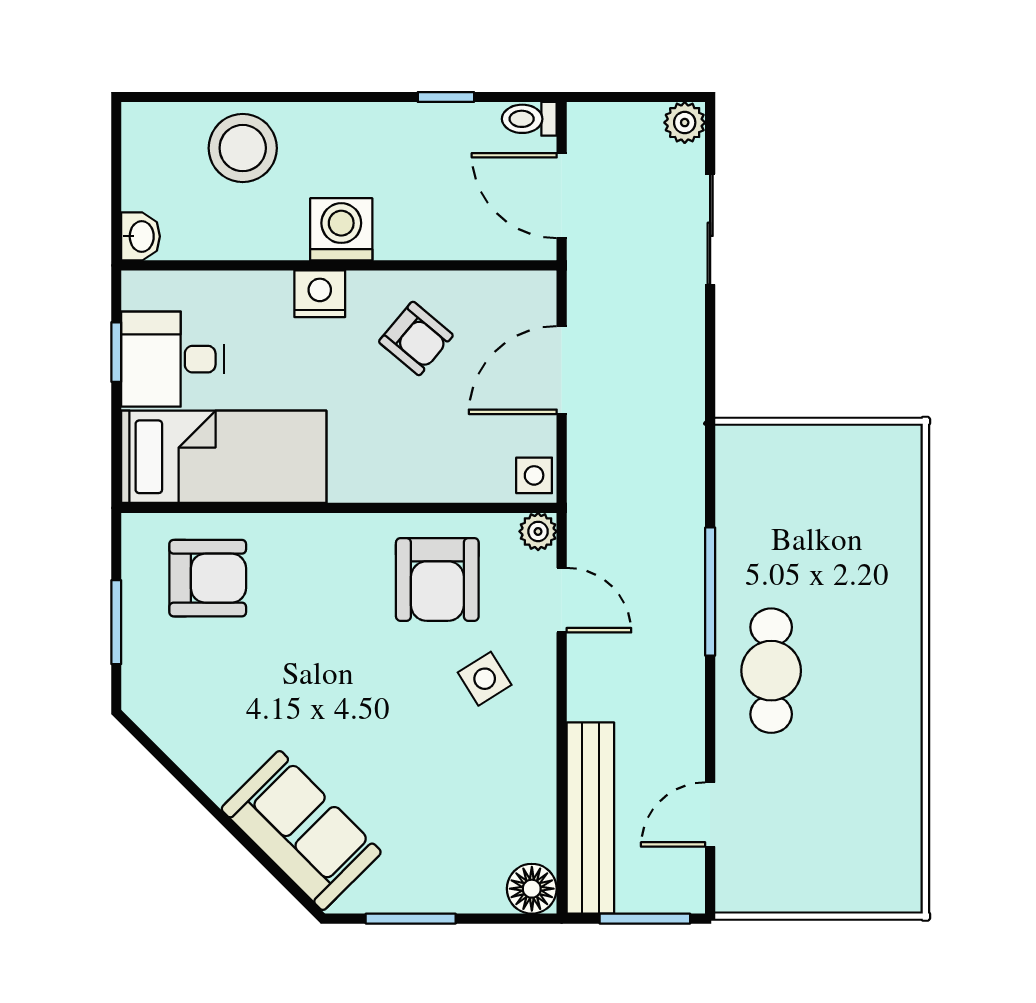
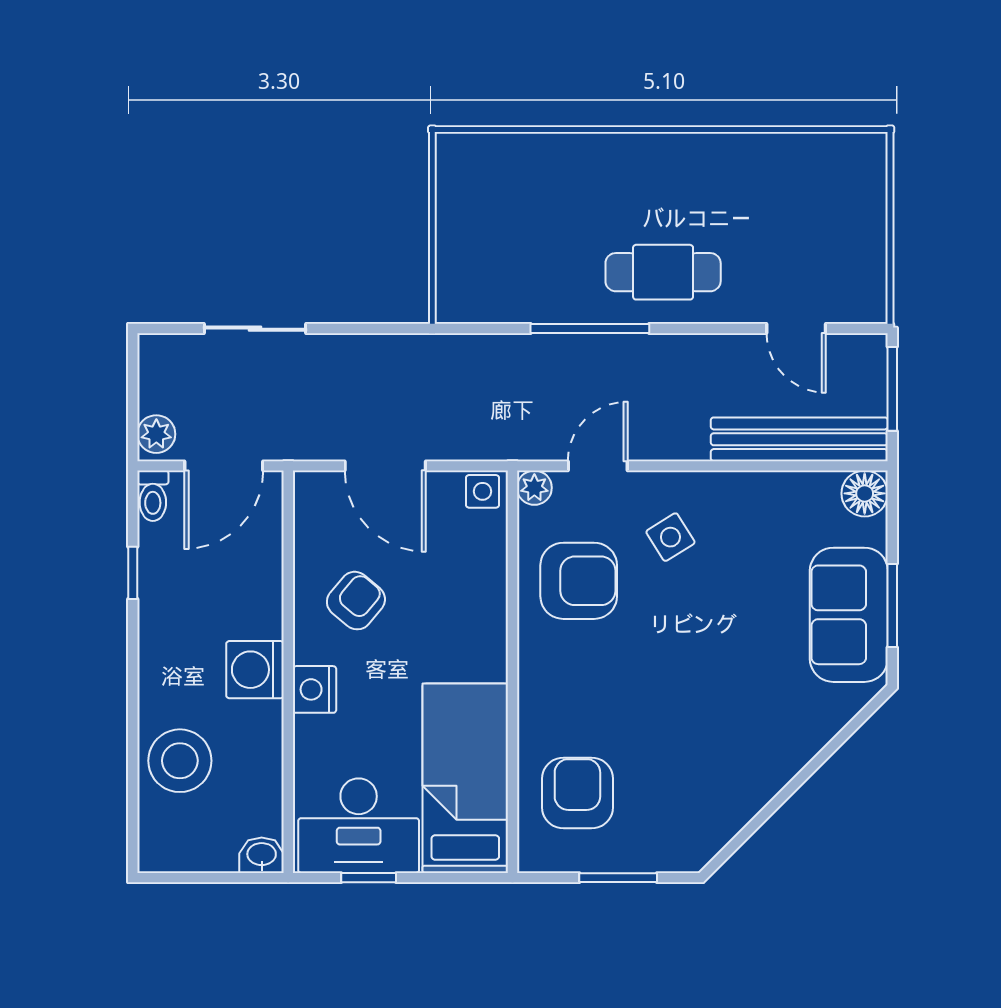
plant: (685, 123) -> (156, 434), moved
desk: (172, 359) -> (359, 826), width x1.37
sofa: (301, 830) -> (849, 615), moved, turned -45

